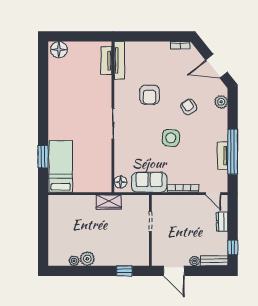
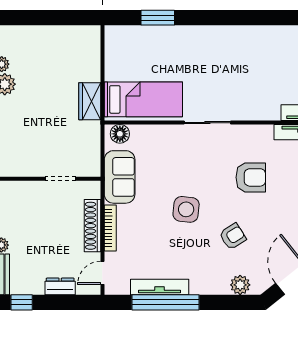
armchair: (150, 95) -> (251, 177), turned 180
tv unit: (222, 156) -> (160, 287), width x1.41
bed: (61, 166) -> (143, 99), moved
shoe rack: (182, 200) -> (92, 226), added
wardrobe: (109, 202) -> (90, 101), moved

